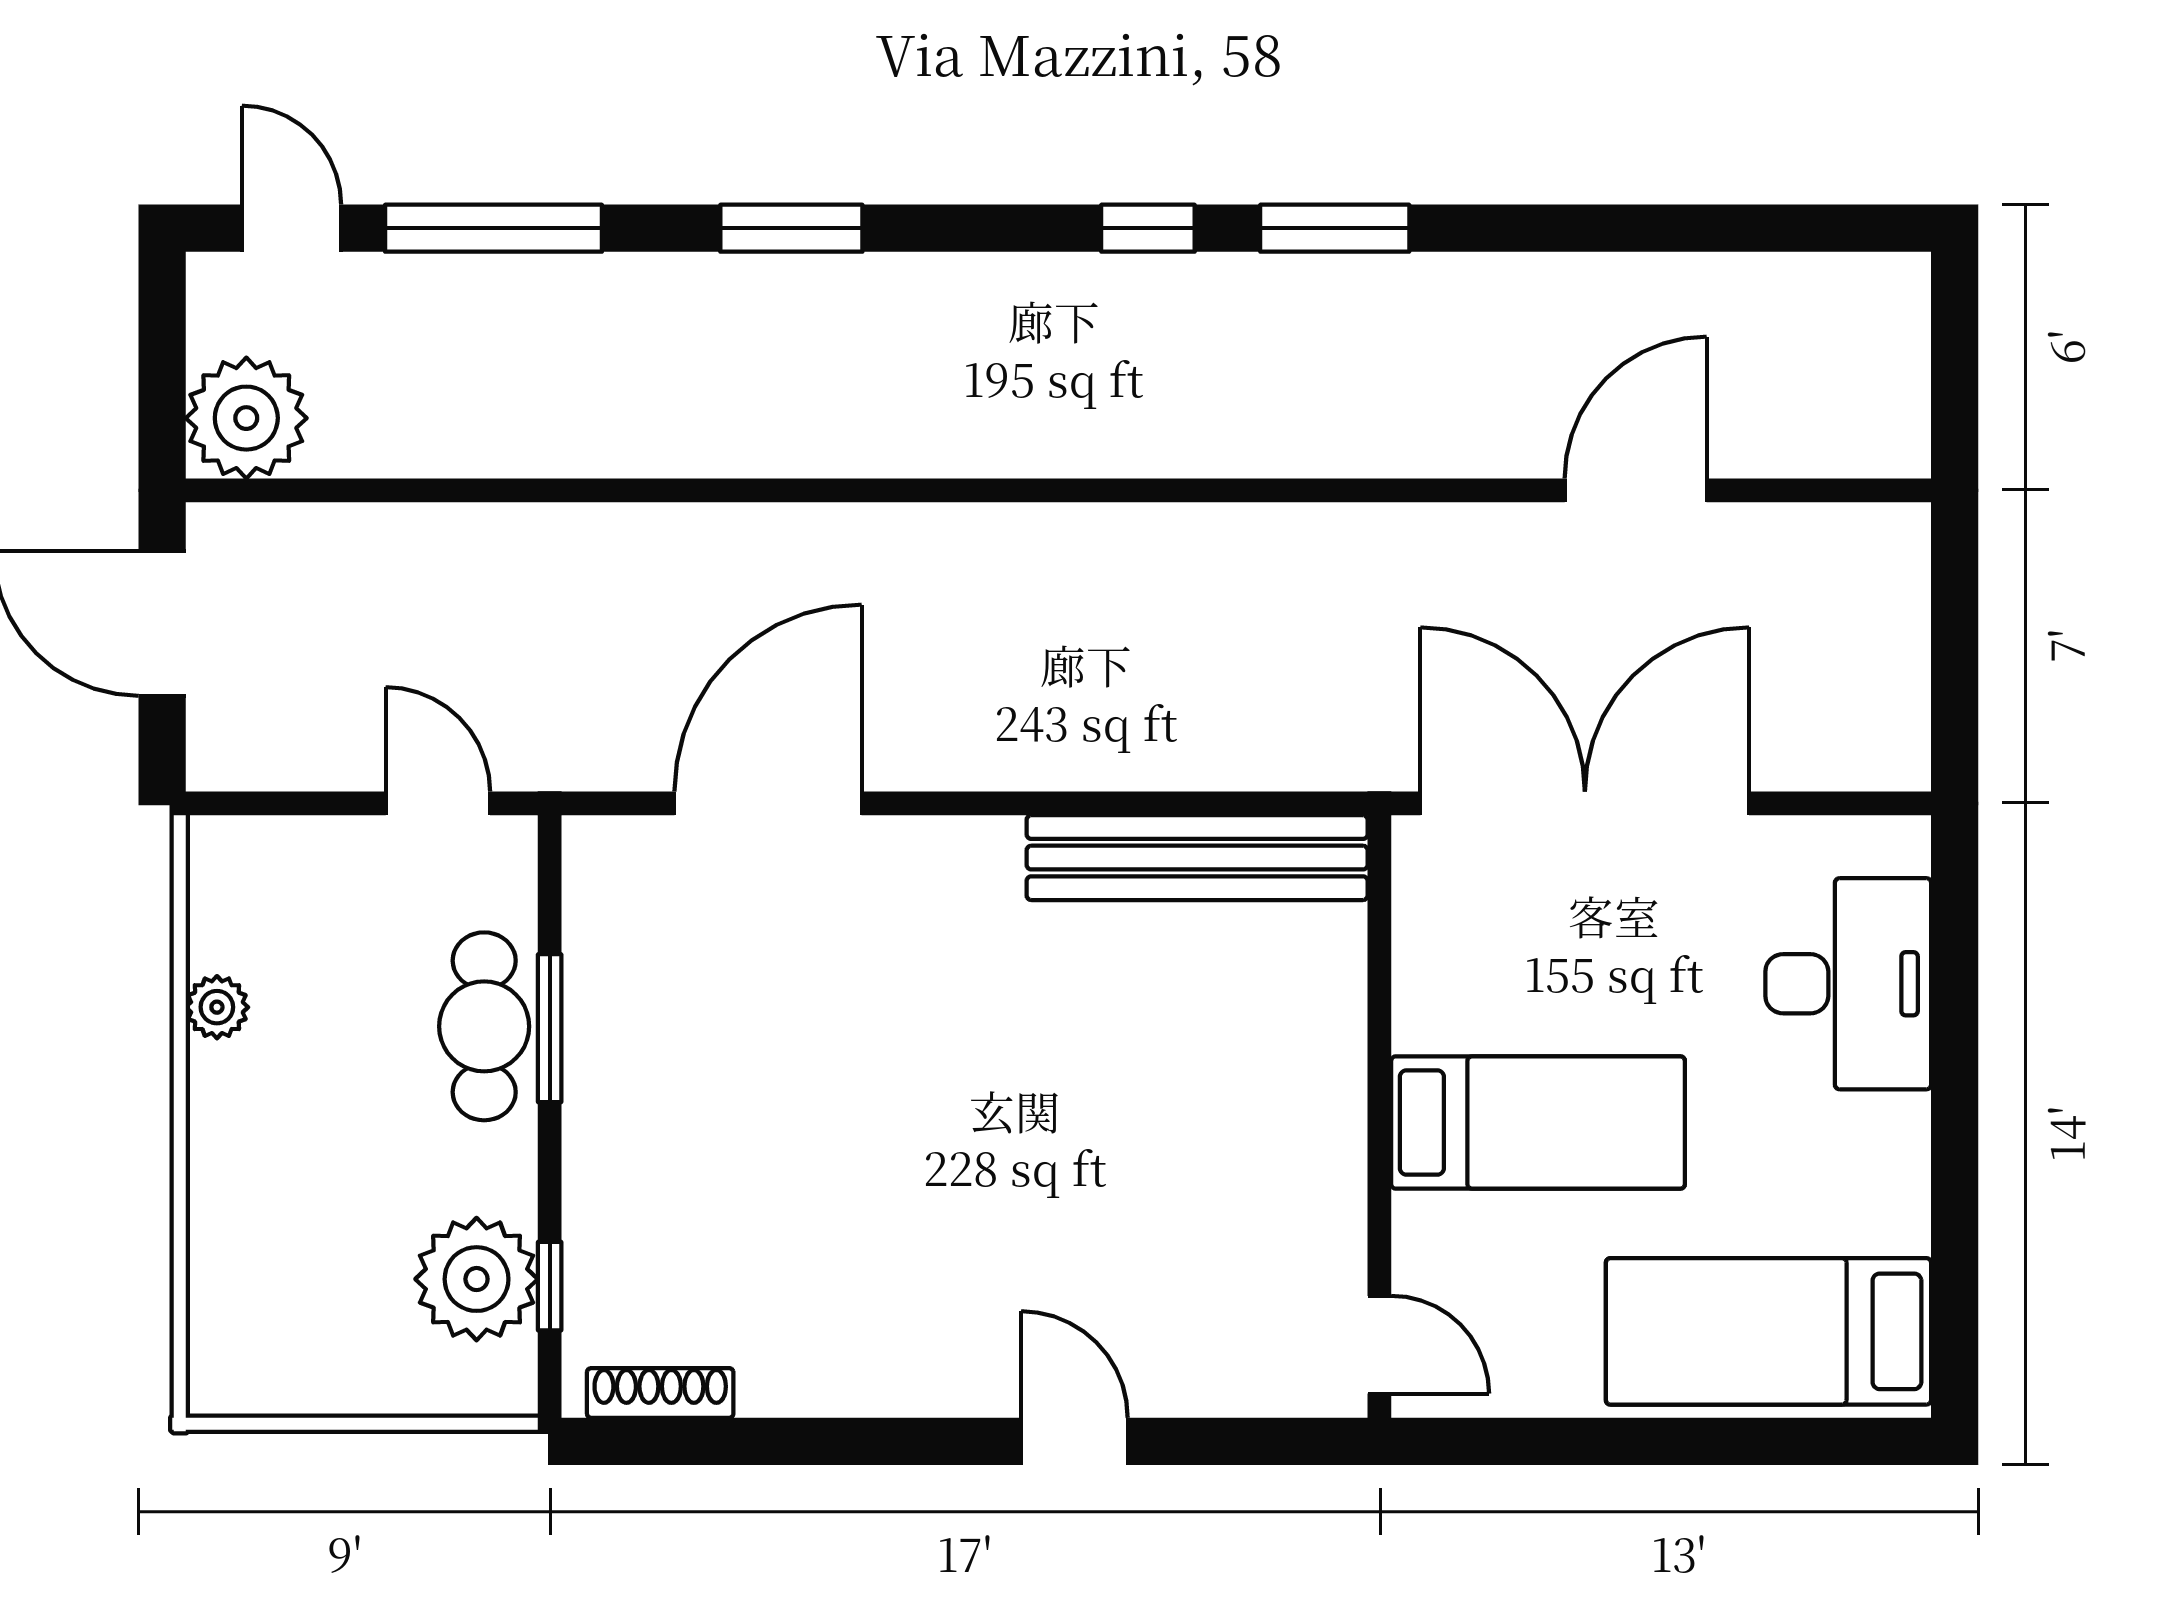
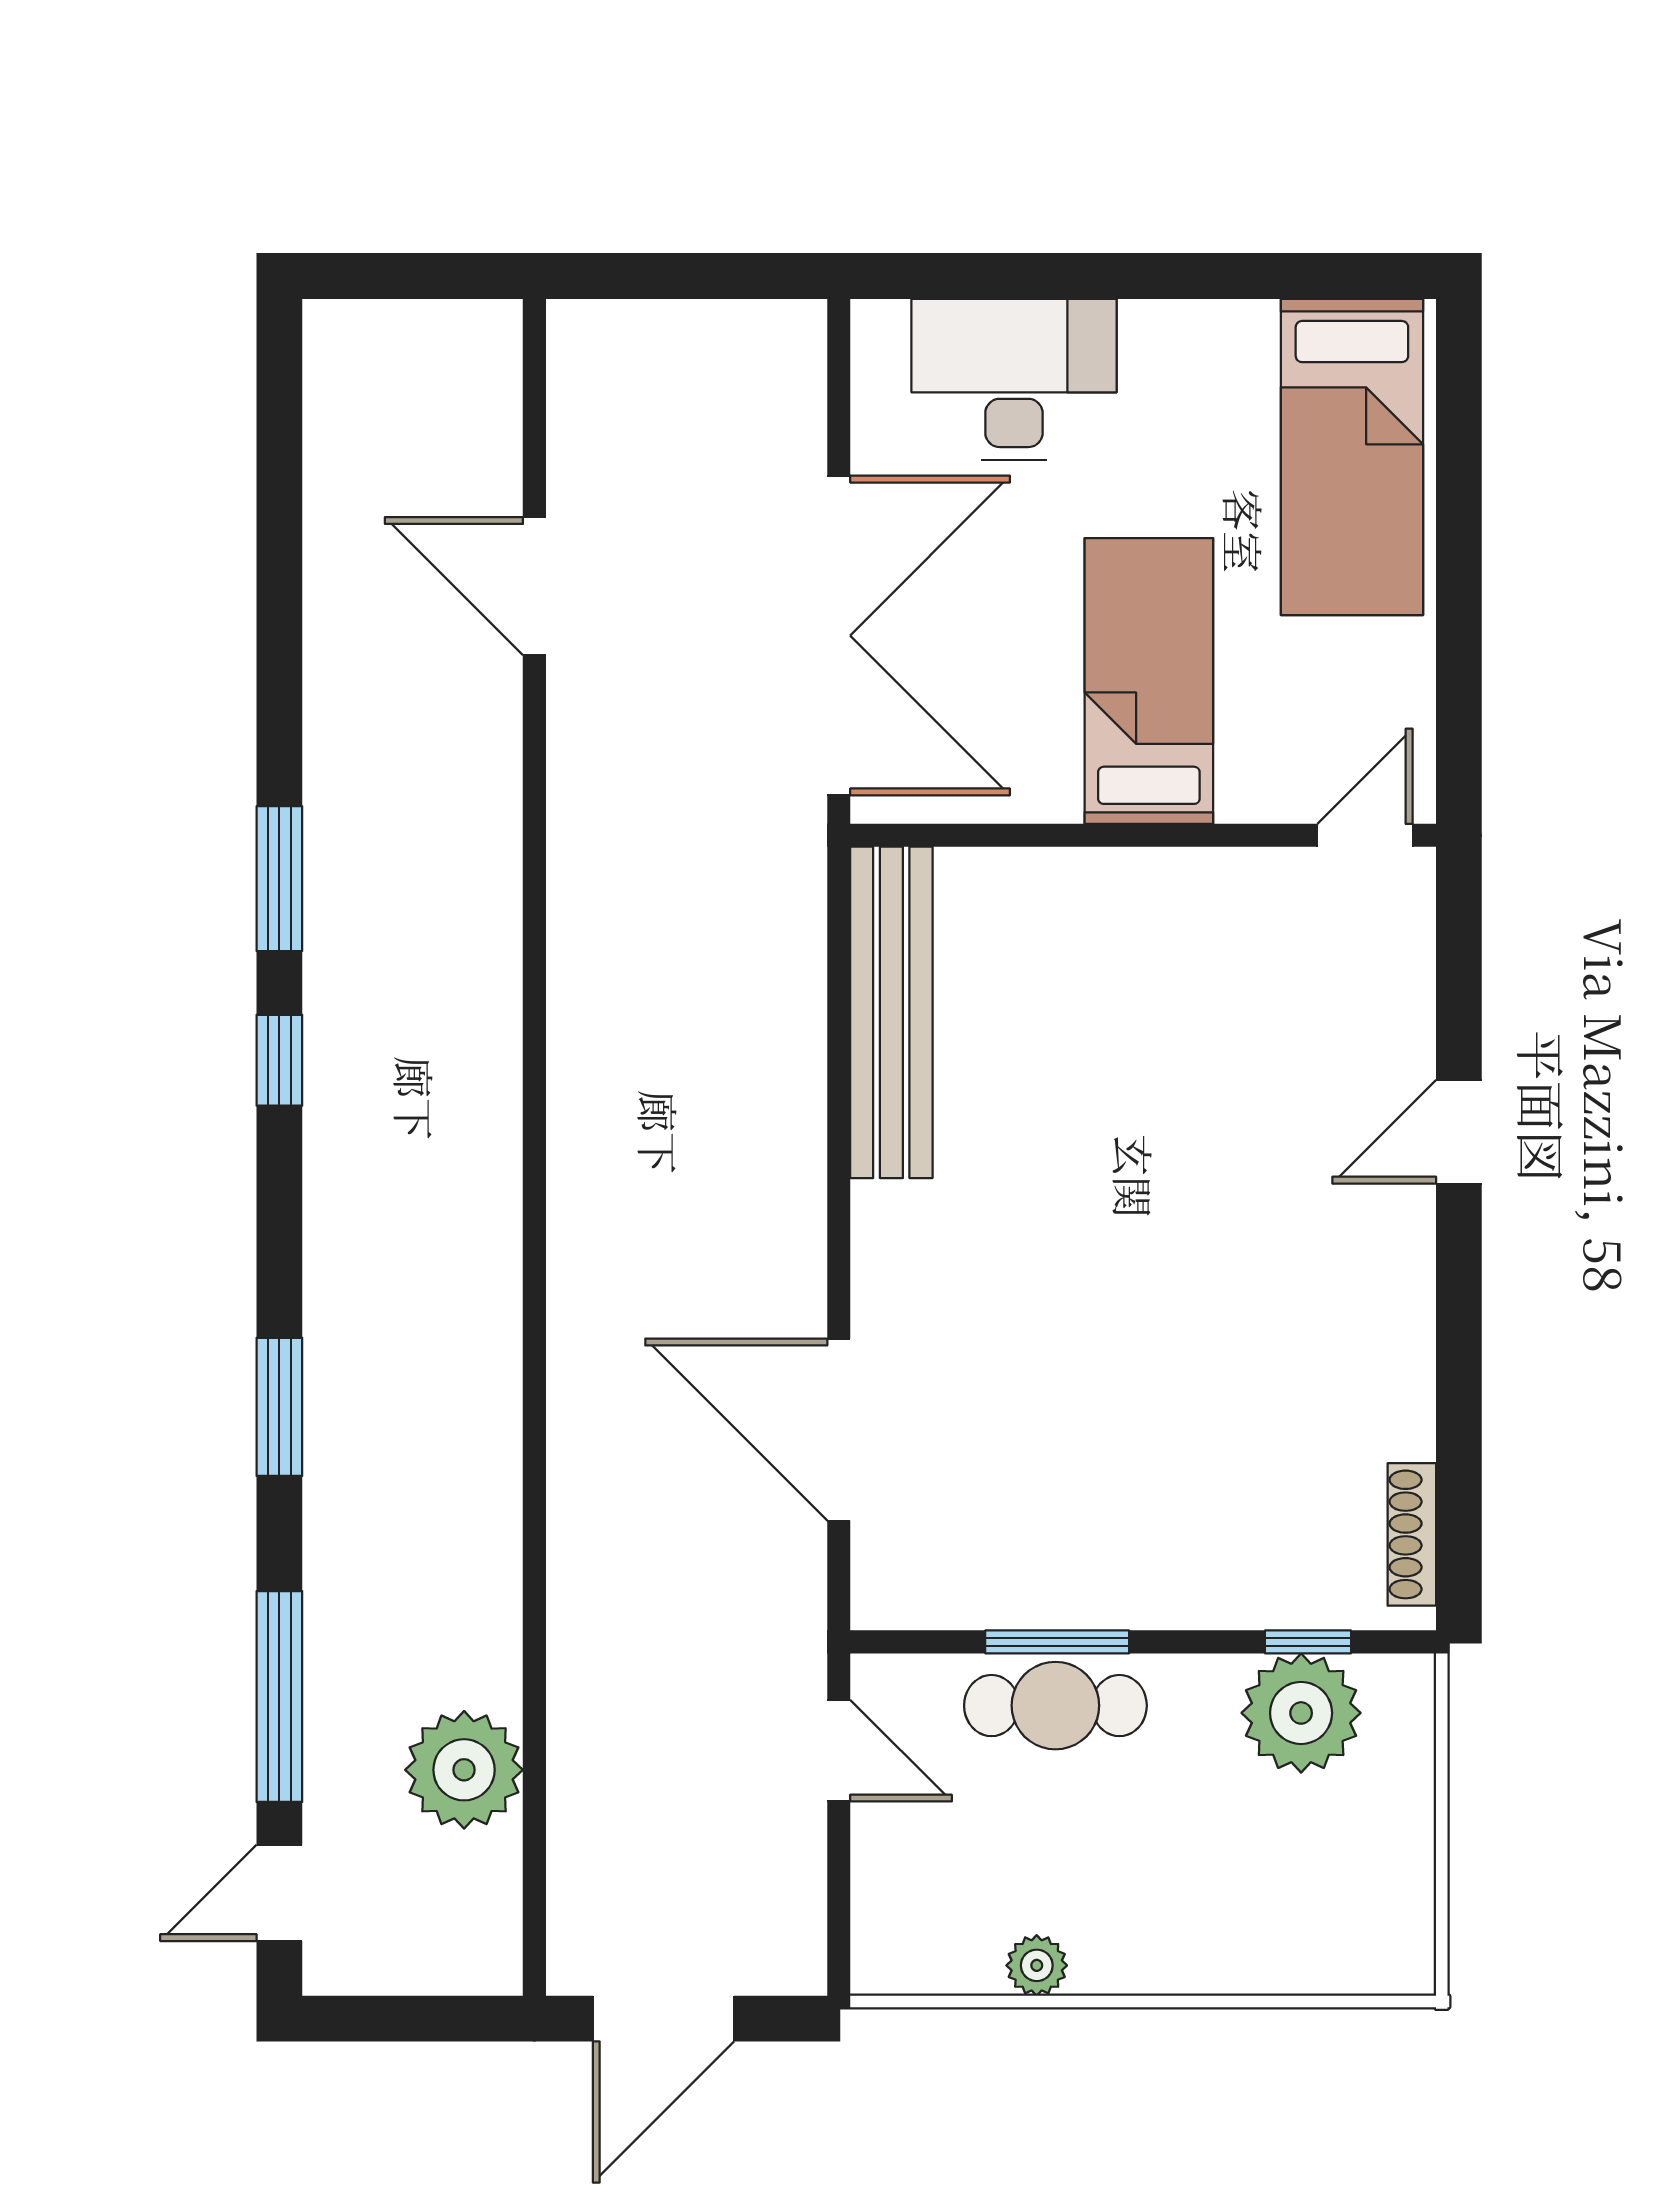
plant: (246, 418) -> (464, 1770), moved
door: (438, 803) -> (839, 1751), swing flipped
double door: (1585, 803) -> (839, 636), swing flipped

